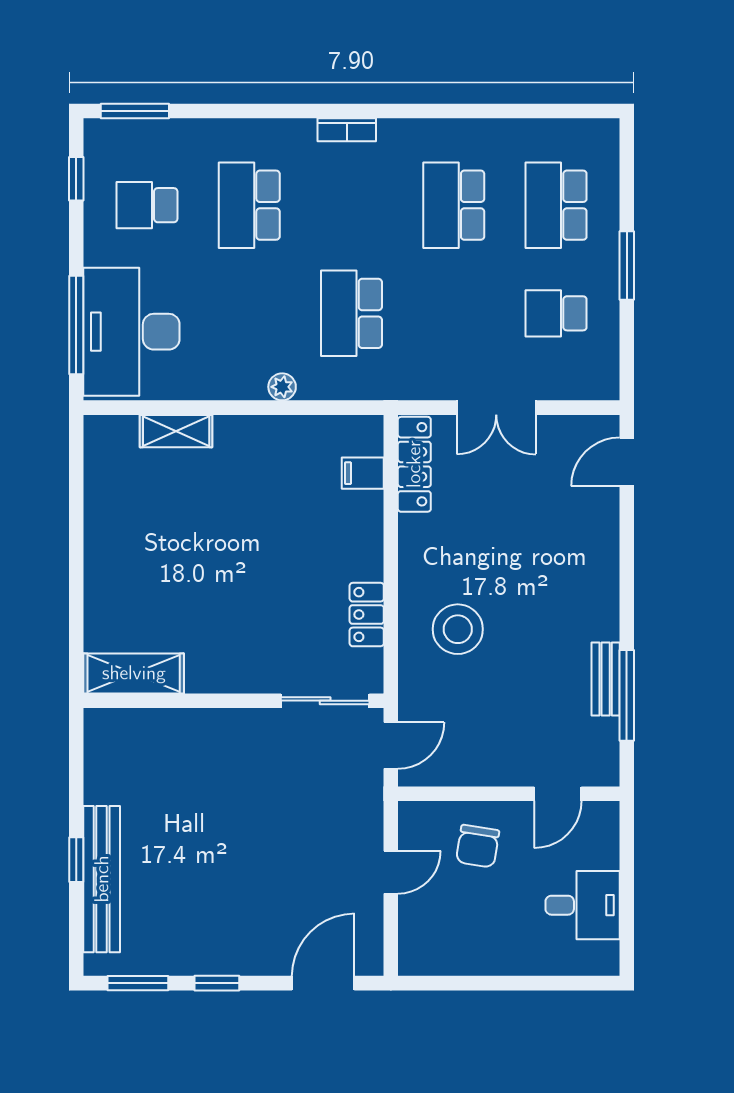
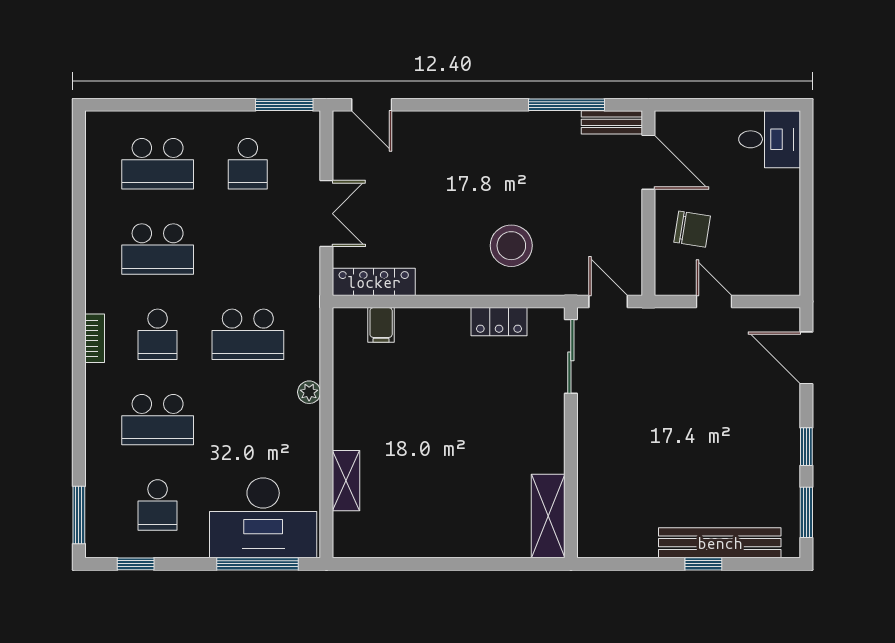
school desk: (351, 205) -> (158, 334), added
window: (627, 265) -> (284, 105), moved
bench: (606, 679) -> (612, 122), moved
door: (558, 794) -> (648, 162), width x1.38
desk: (583, 905) -> (770, 139), moved, turned 90

